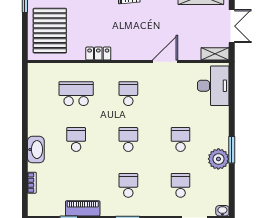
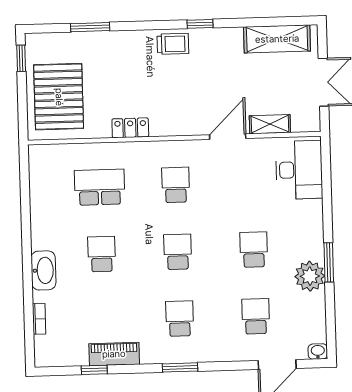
shelving: (215, 54) -> (270, 124), moved

